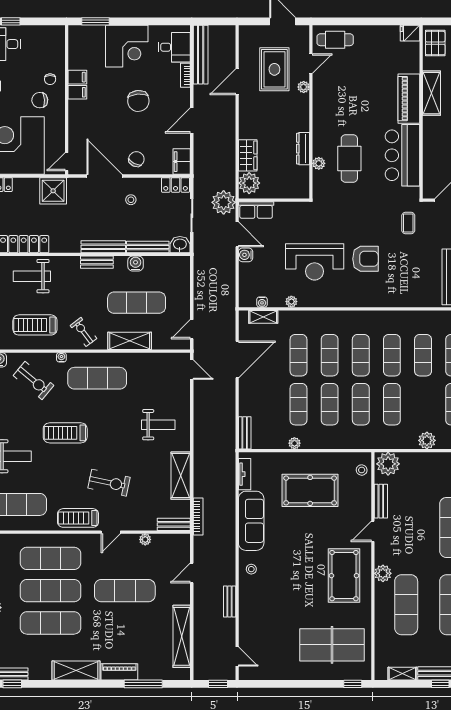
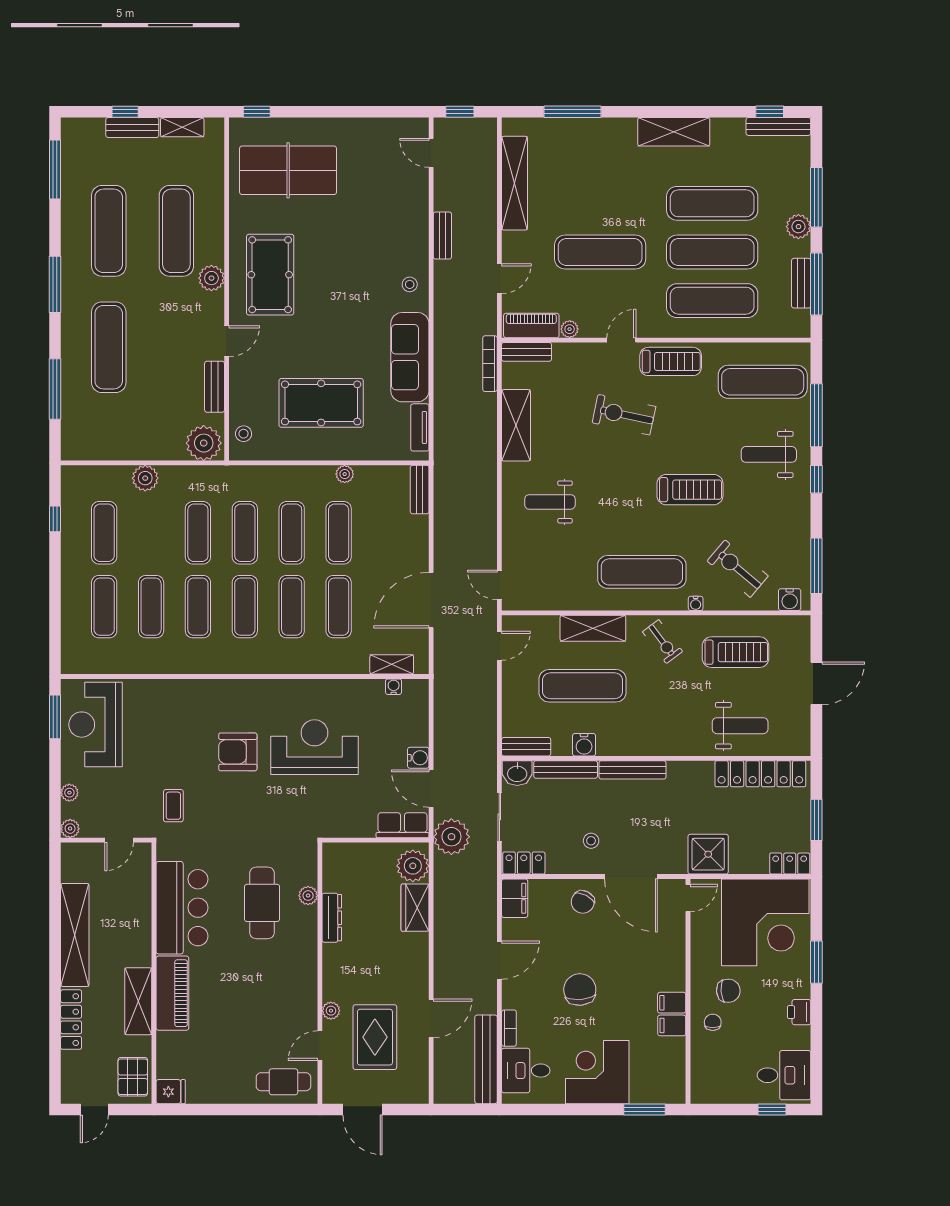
bench: (97, 262) -> (526, 747), moved
plant: (291, 302) -> (349, 687), removed
piano: (119, 672) -> (531, 326), moved, turned 180

